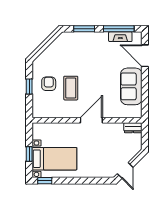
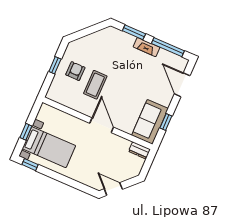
fireplace: (120, 37) -> (147, 47), moved
sofa: (131, 86) -> (150, 122), moved
window: (145, 94) -> (166, 122), added
door: (91, 120) -> (102, 125), hinge flipped
door: (125, 170) -> (113, 189), swing flipped

